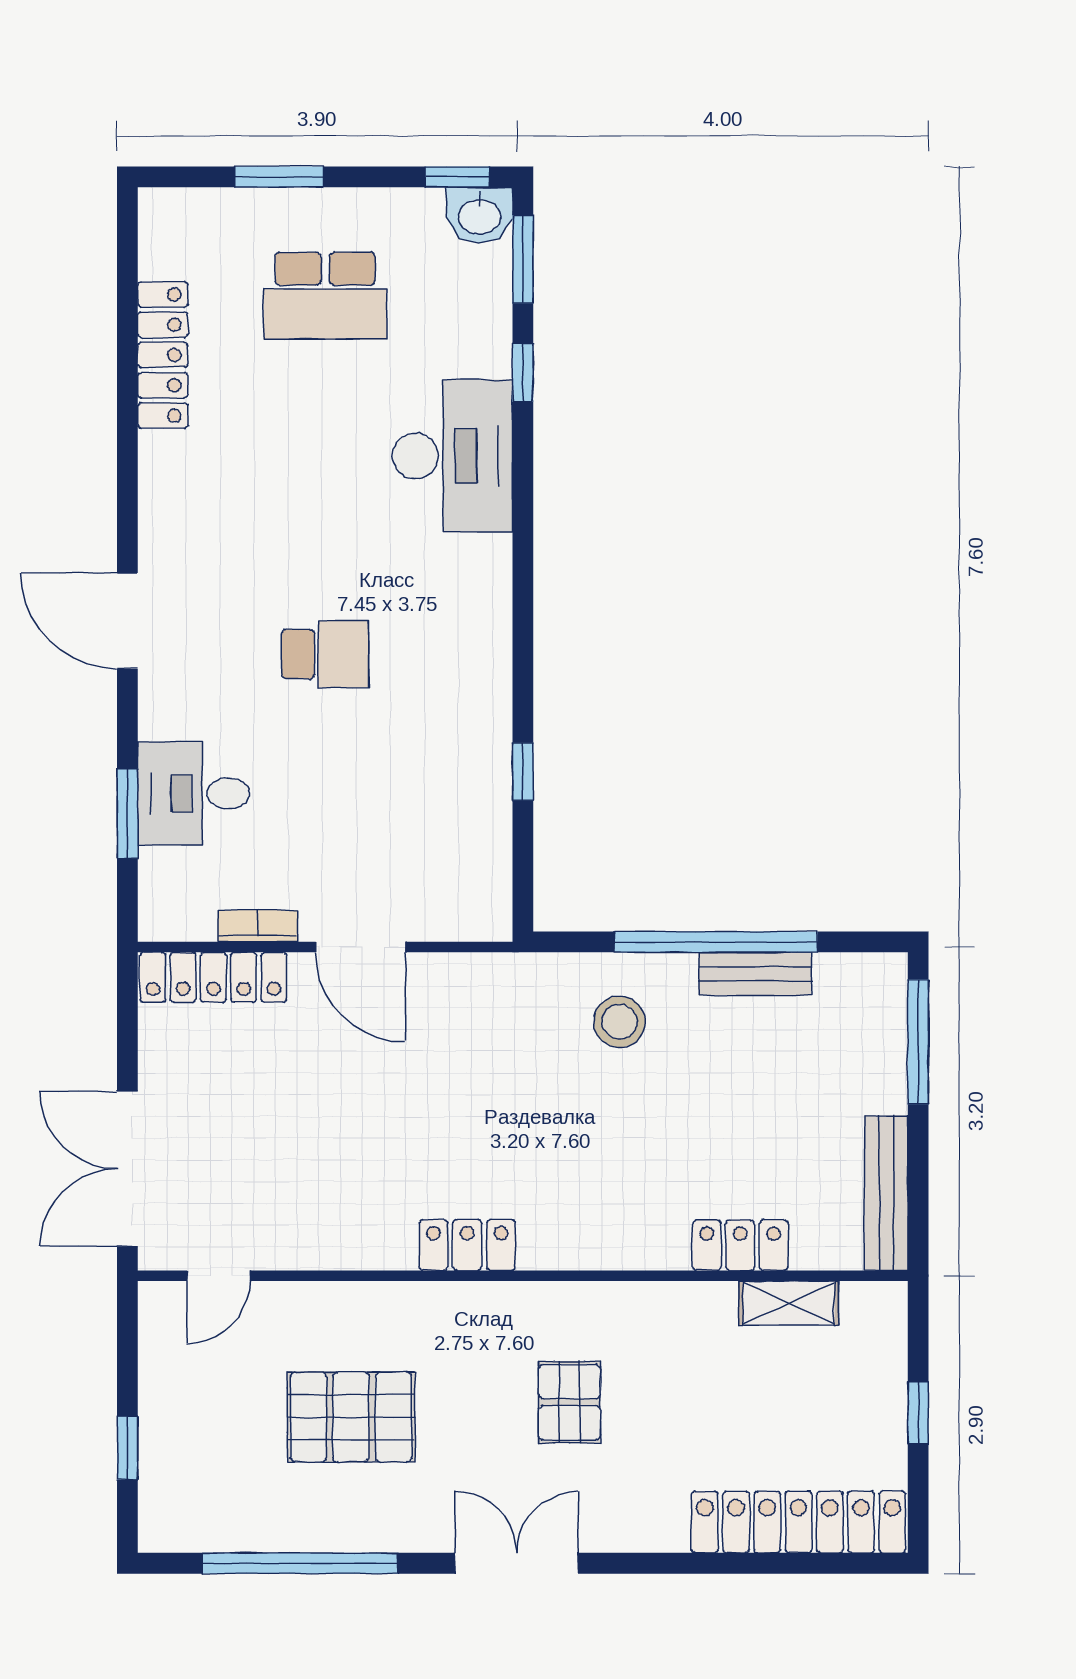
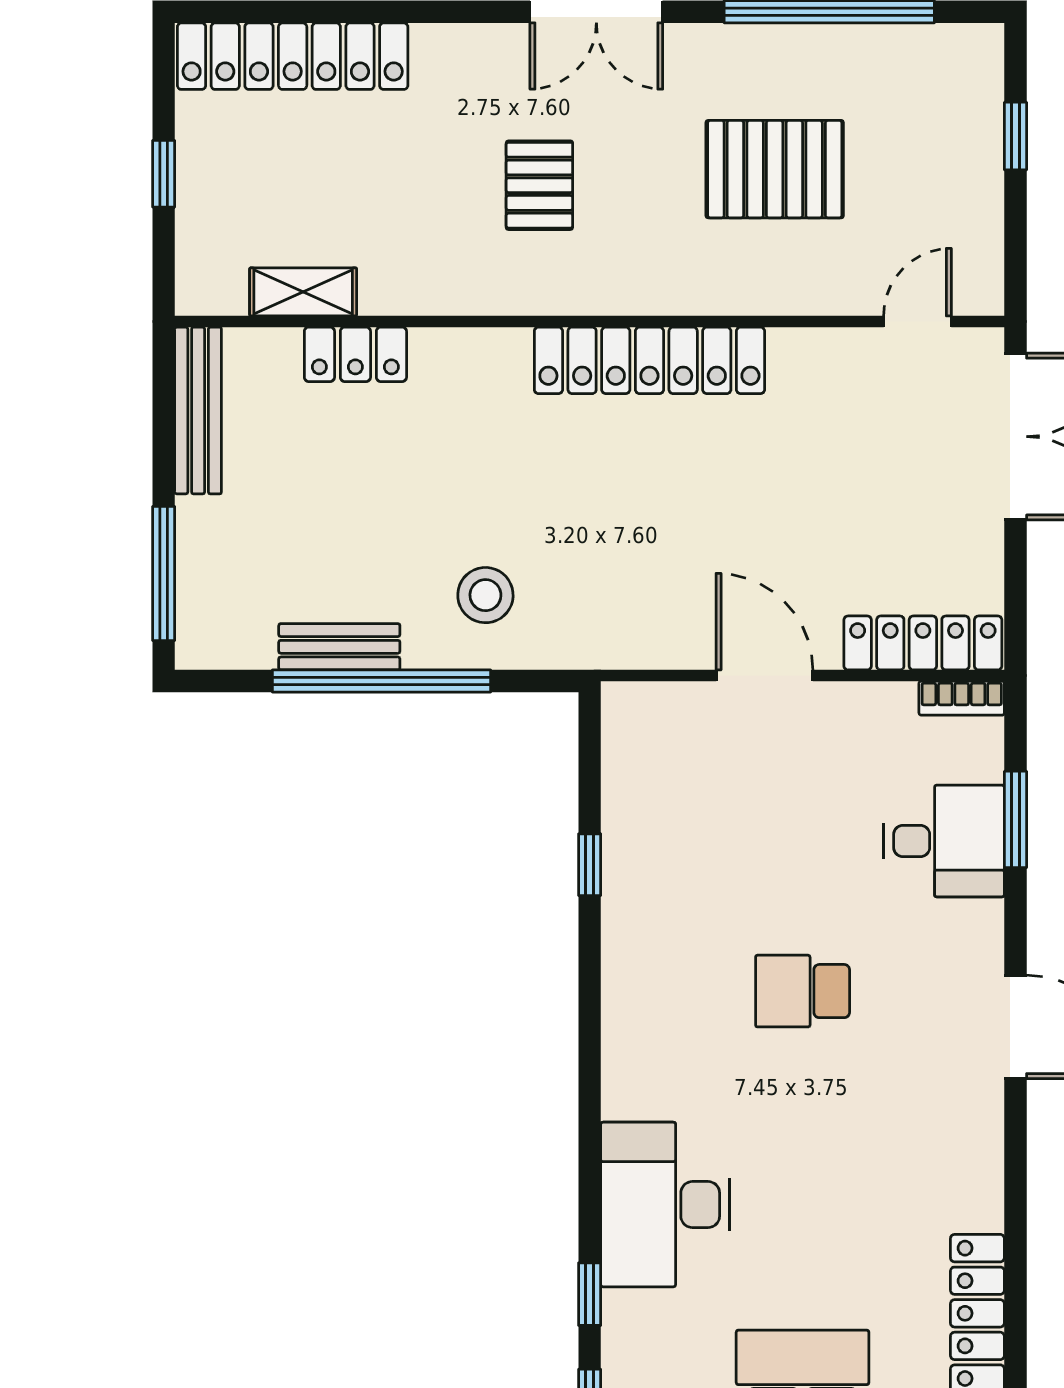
bookcase: (258, 926) -> (962, 698), moved
locker: (467, 1245) -> (649, 360), width x2.16, depth x1.21

